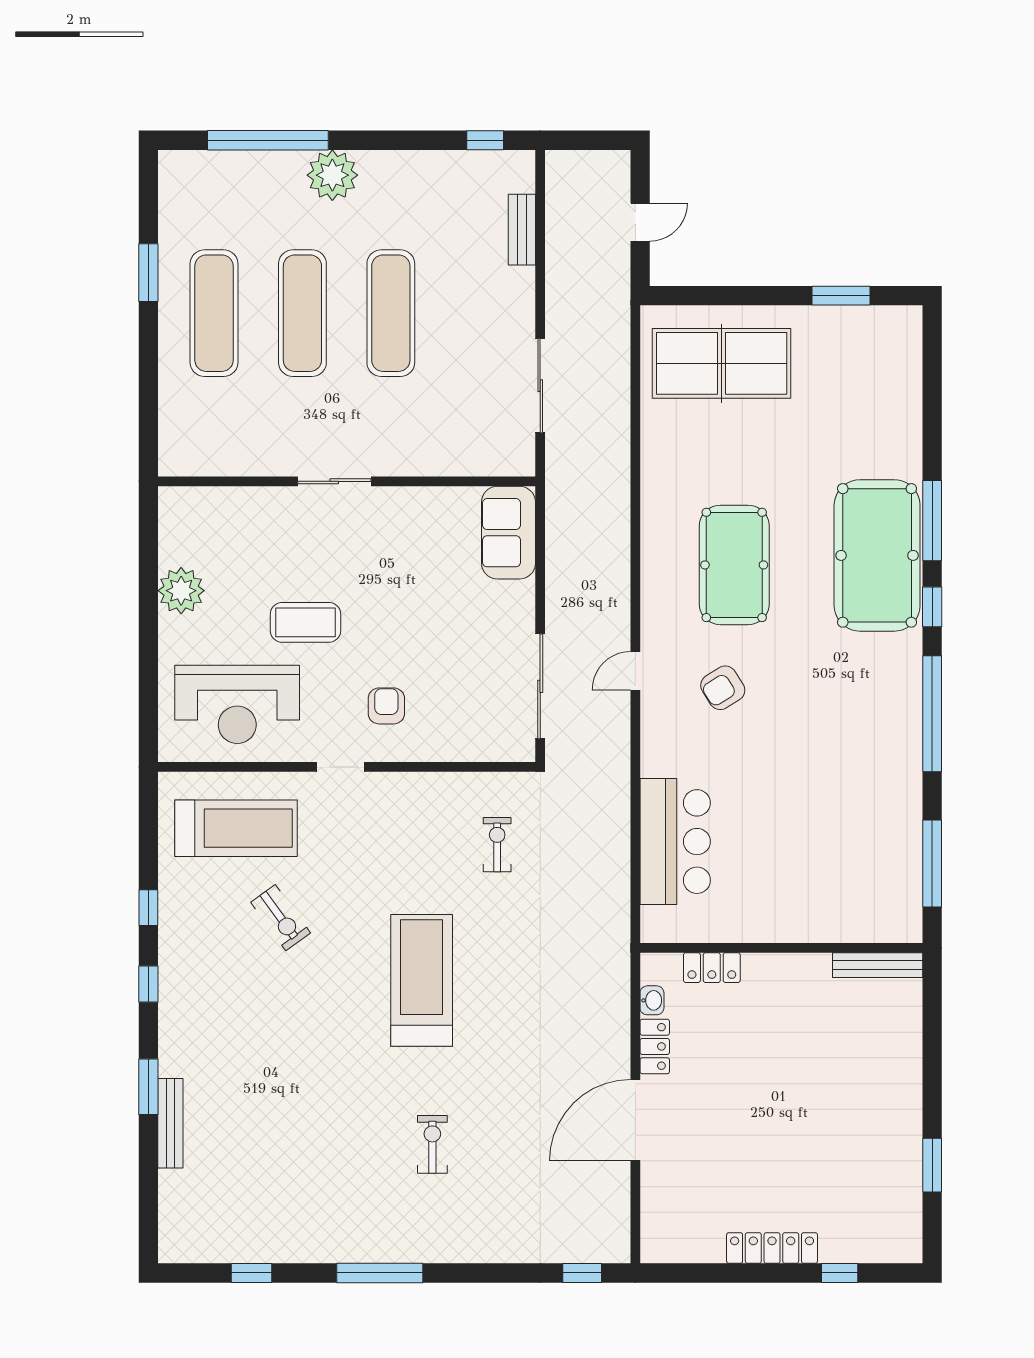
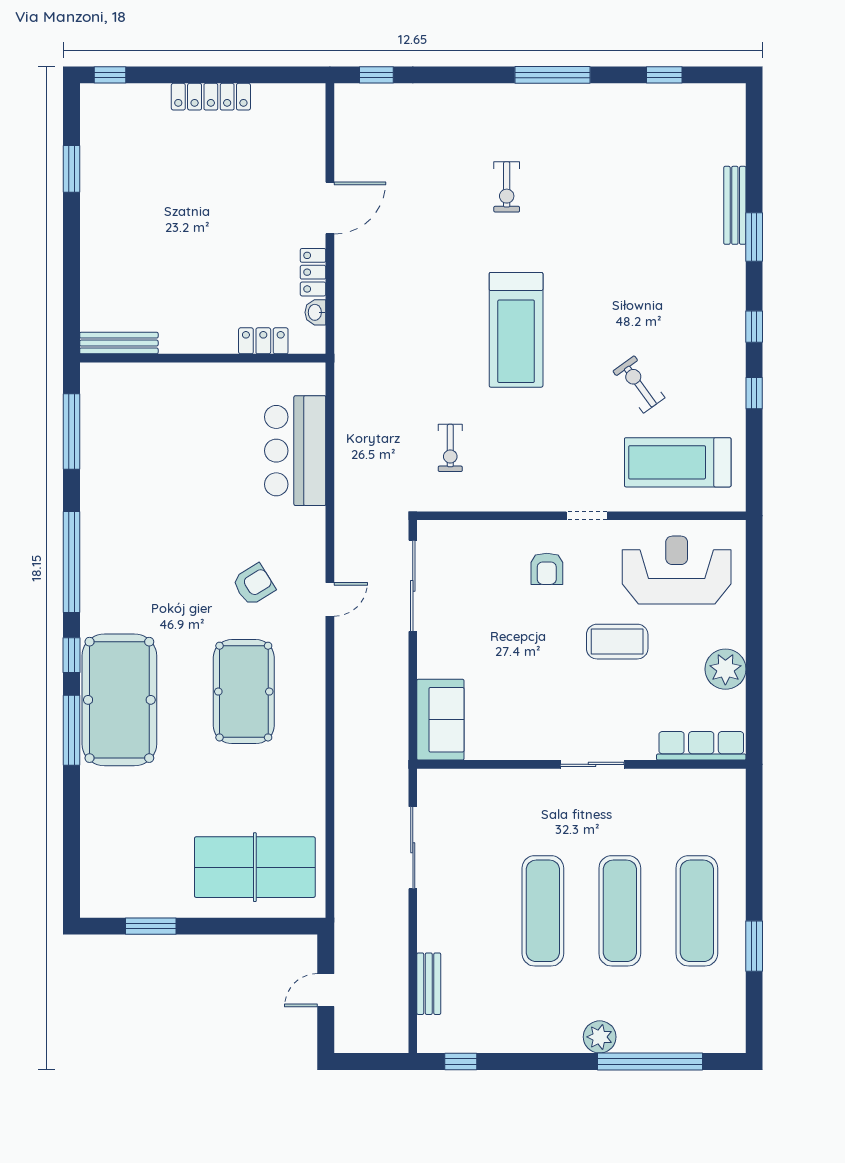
plant: (332, 175) -> (600, 1037), width x0.73, depth x0.73
row of seats: (209, 503) -> (701, 746), added
door: (635, 1120) -> (330, 208), width x0.73
window: (840, 1273) -> (110, 75), moved

